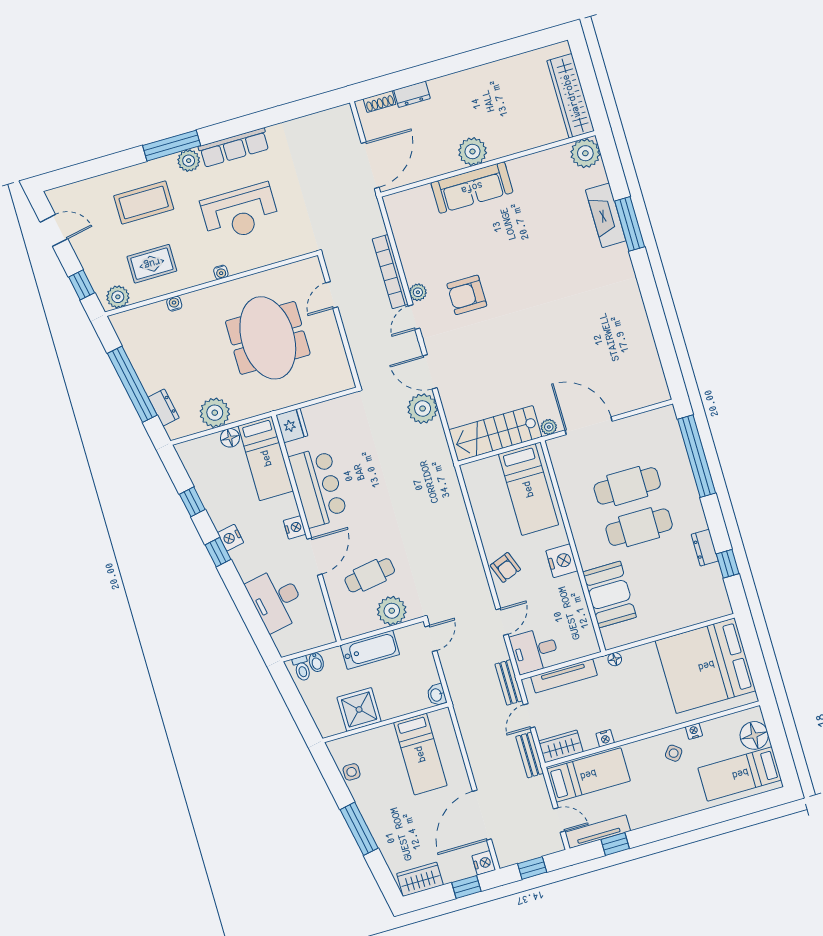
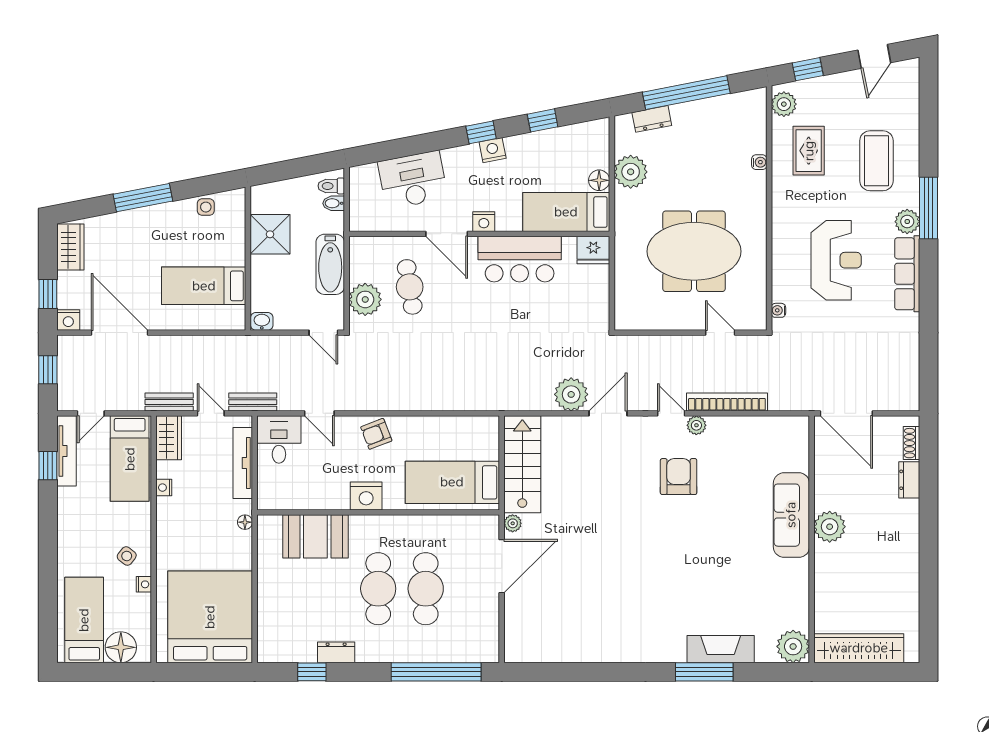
reception desk: (240, 213) -> (836, 260), turned 180
water cooler: (221, 272) -> (778, 310), moved

